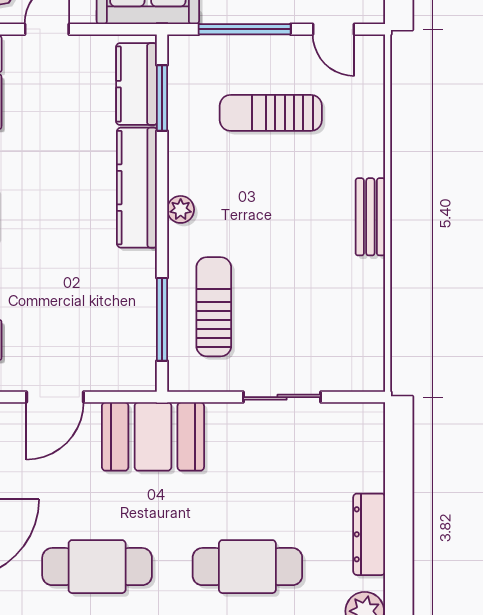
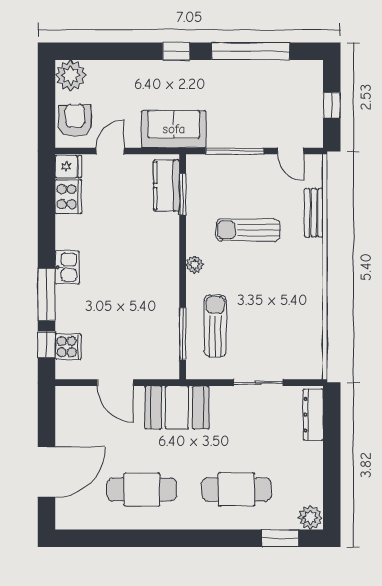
sun lounger: (271, 113) -> (248, 230), moved
kitchen counter: (137, 188) -> (167, 251), removed
bench: (370, 217) -> (314, 213), moved
door: (55, 397) -> (115, 383), hinge flipped
dresser: (369, 534) -> (313, 415), moved

